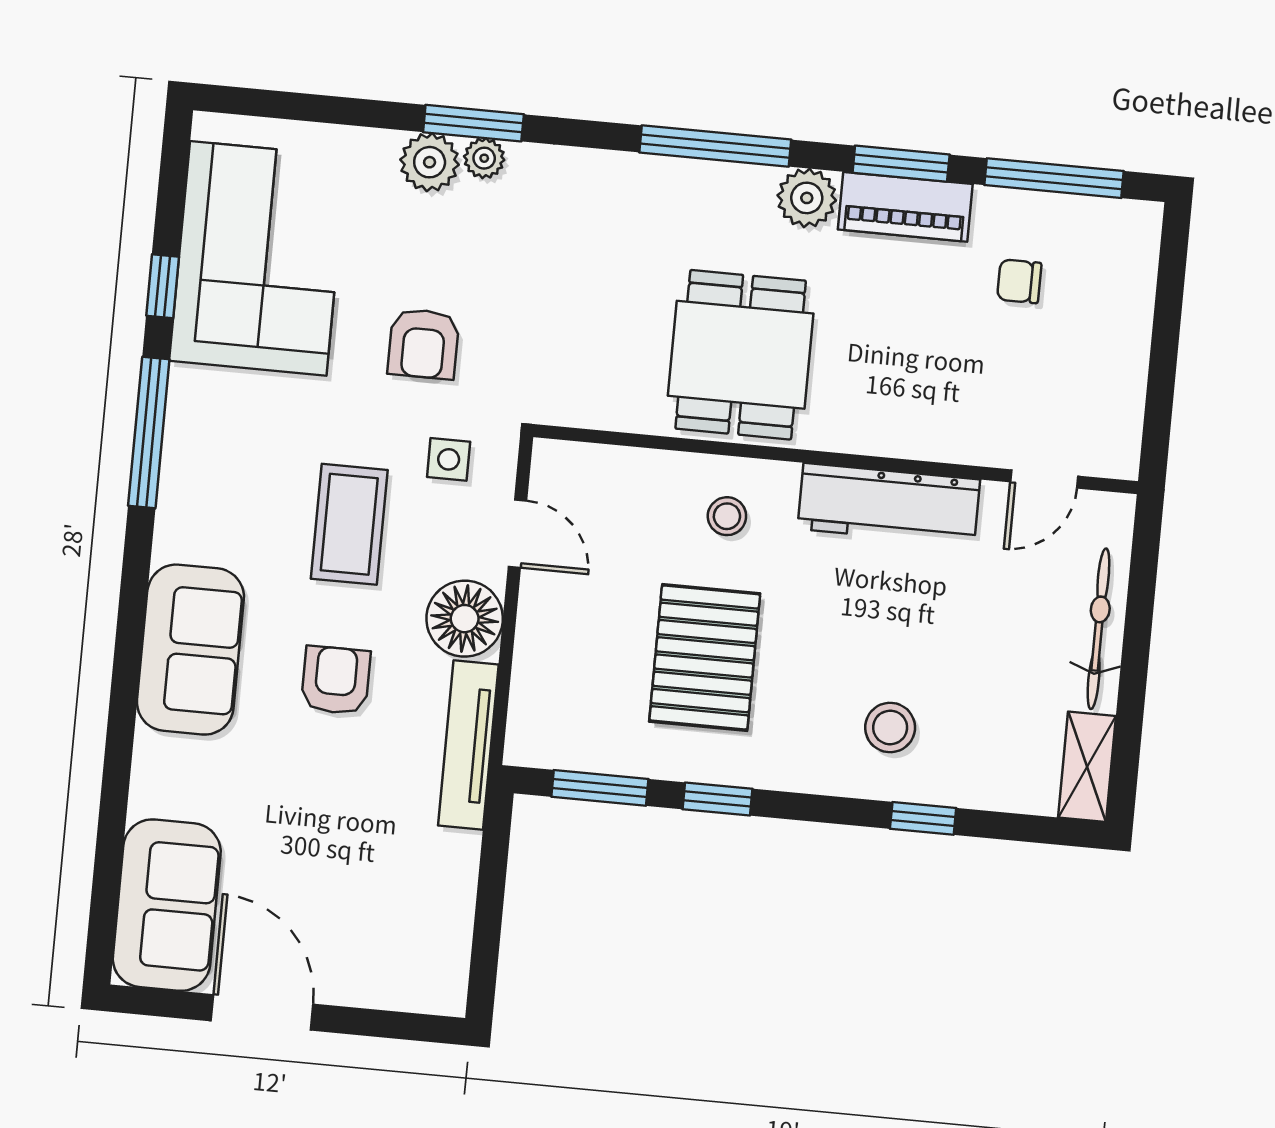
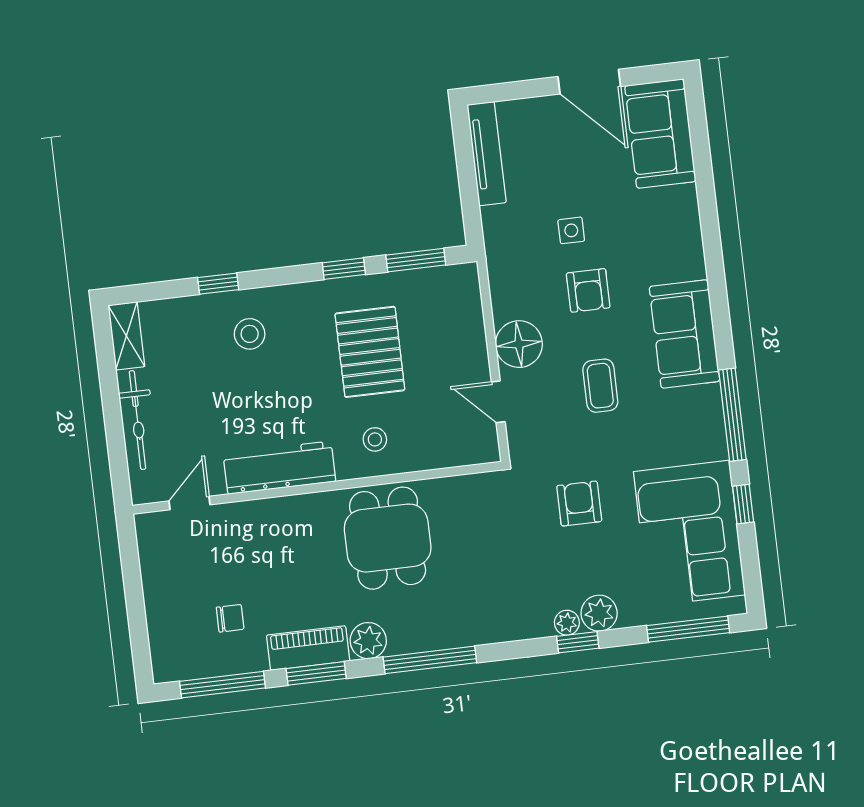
window: (293, 106) -> (688, 629), added
window: (473, 123) -> (578, 642), width x0.67
side table: (449, 459) -> (571, 230), moved
coffee table: (349, 524) -> (600, 386), width x0.73, depth x0.77
sofa: (190, 650) -> (685, 334), moved
tv unit: (468, 745) -> (487, 154), moved

